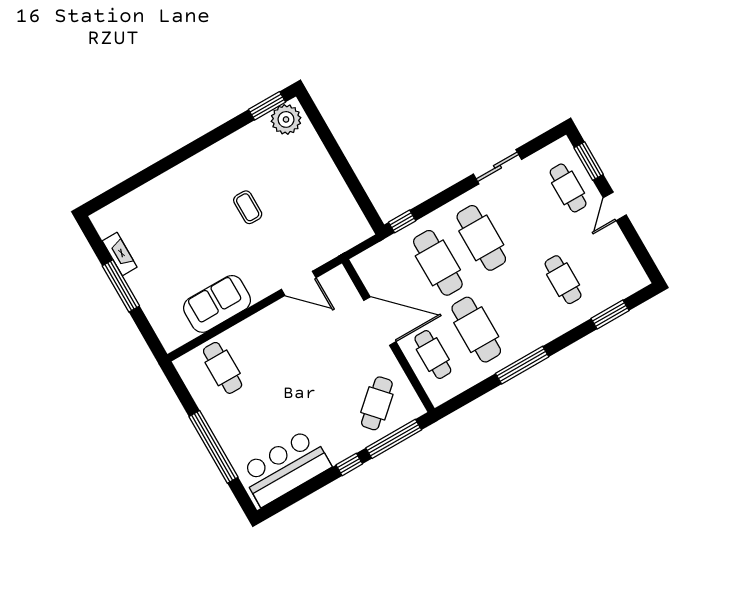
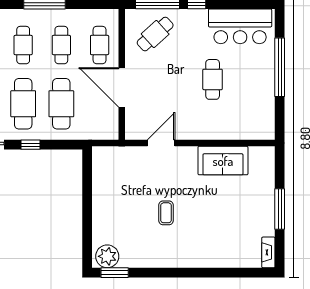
window: (402, 221) -> (31, 145), moved
fireplace: (120, 254) -> (268, 252), moved
door: (299, 283) -> (161, 143), hinge flipped
cafe table: (520, 305) -> (23, 45), added
cafe table: (476, 330) -> (61, 45), width x0.73, depth x0.74
cafe table: (223, 368) -> (213, 79), moved

